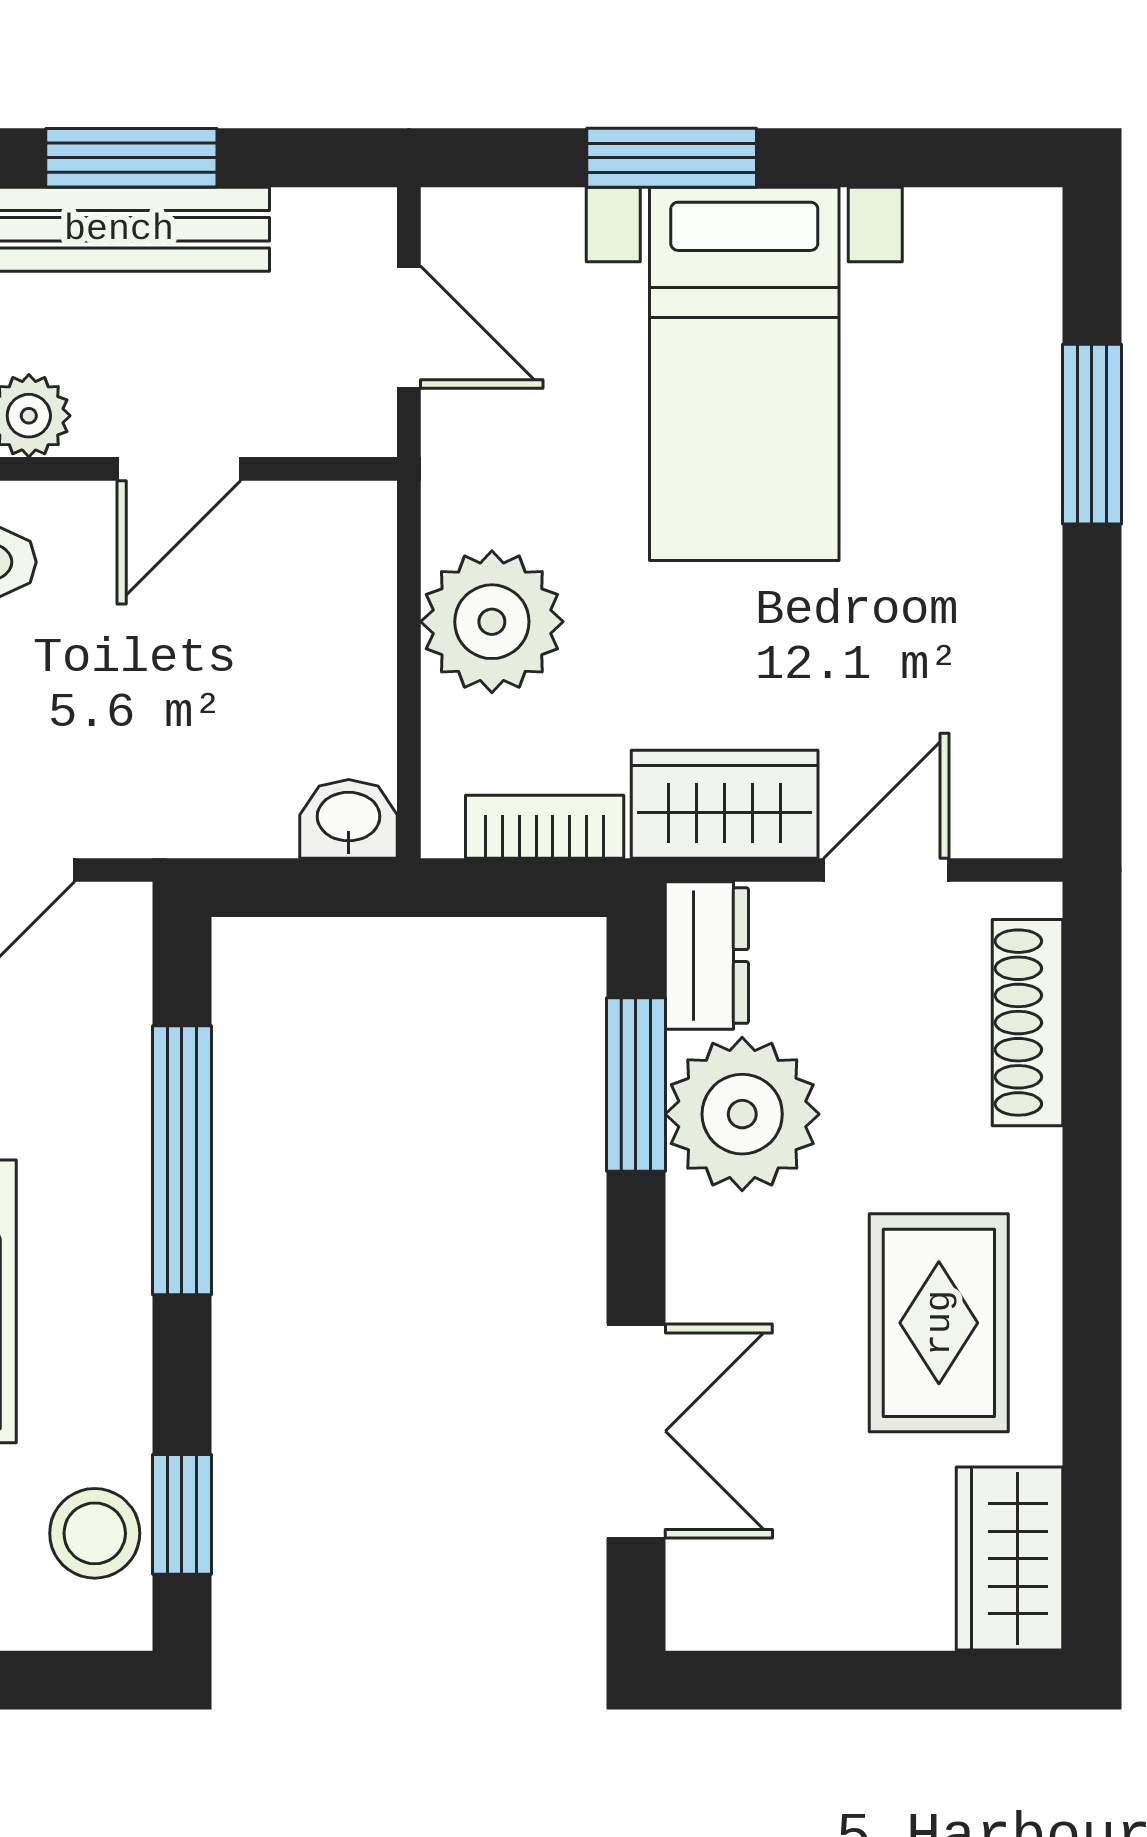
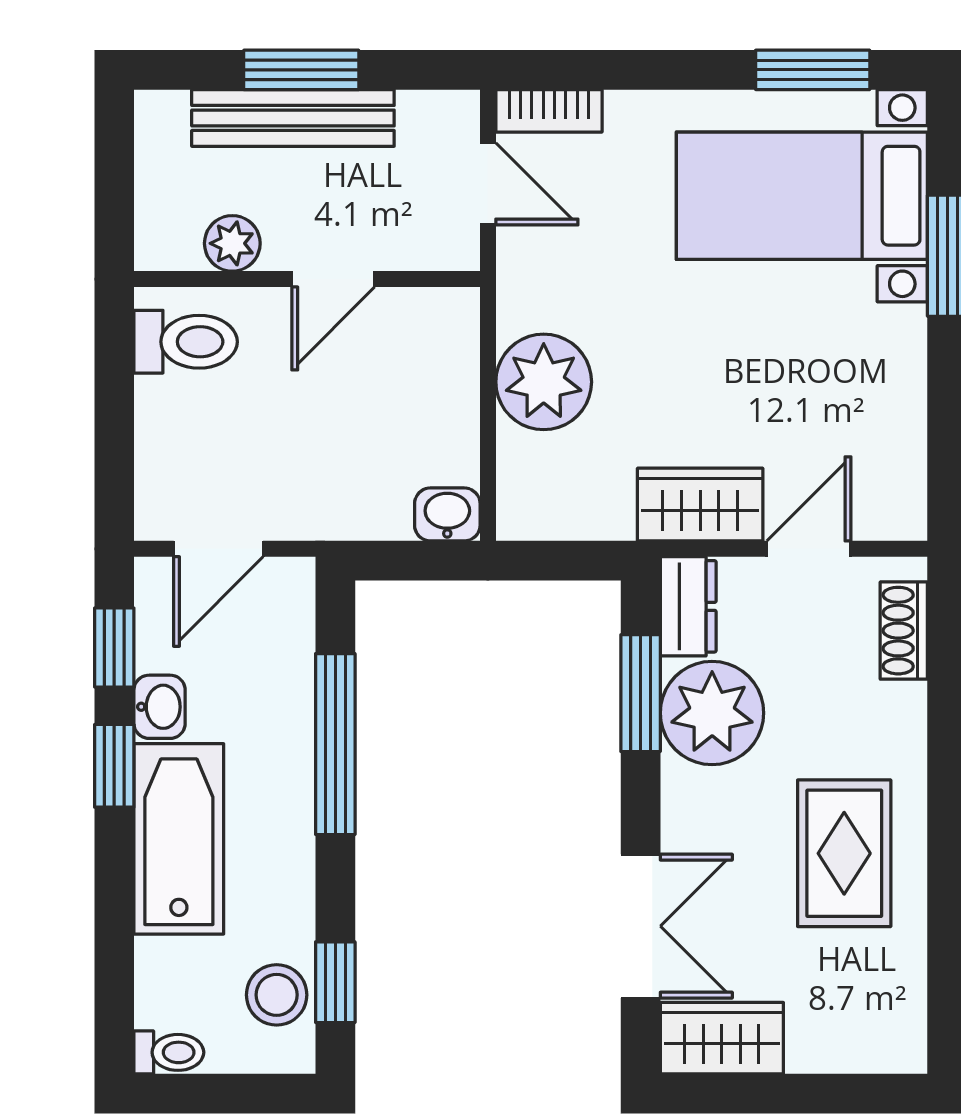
window: (672, 158) -> (813, 70), moved
bed with nightstands: (744, 374) -> (802, 196), moved, turned 90
bookcase: (545, 827) -> (549, 111), moved, turned 180
shoe rack: (1027, 1023) -> (904, 631), width x0.70
wardrobe: (1009, 1559) -> (722, 1038), moved, turned 90

